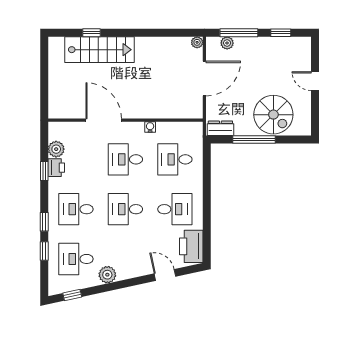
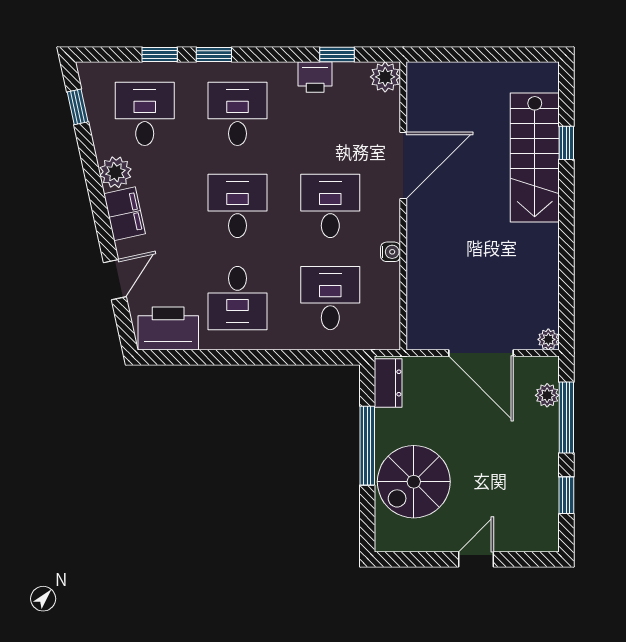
plant: (56, 149) -> (385, 77), moved
window: (44, 171) -> (337, 55), moved
filing cabinet: (130, 270) -> (125, 214), added

